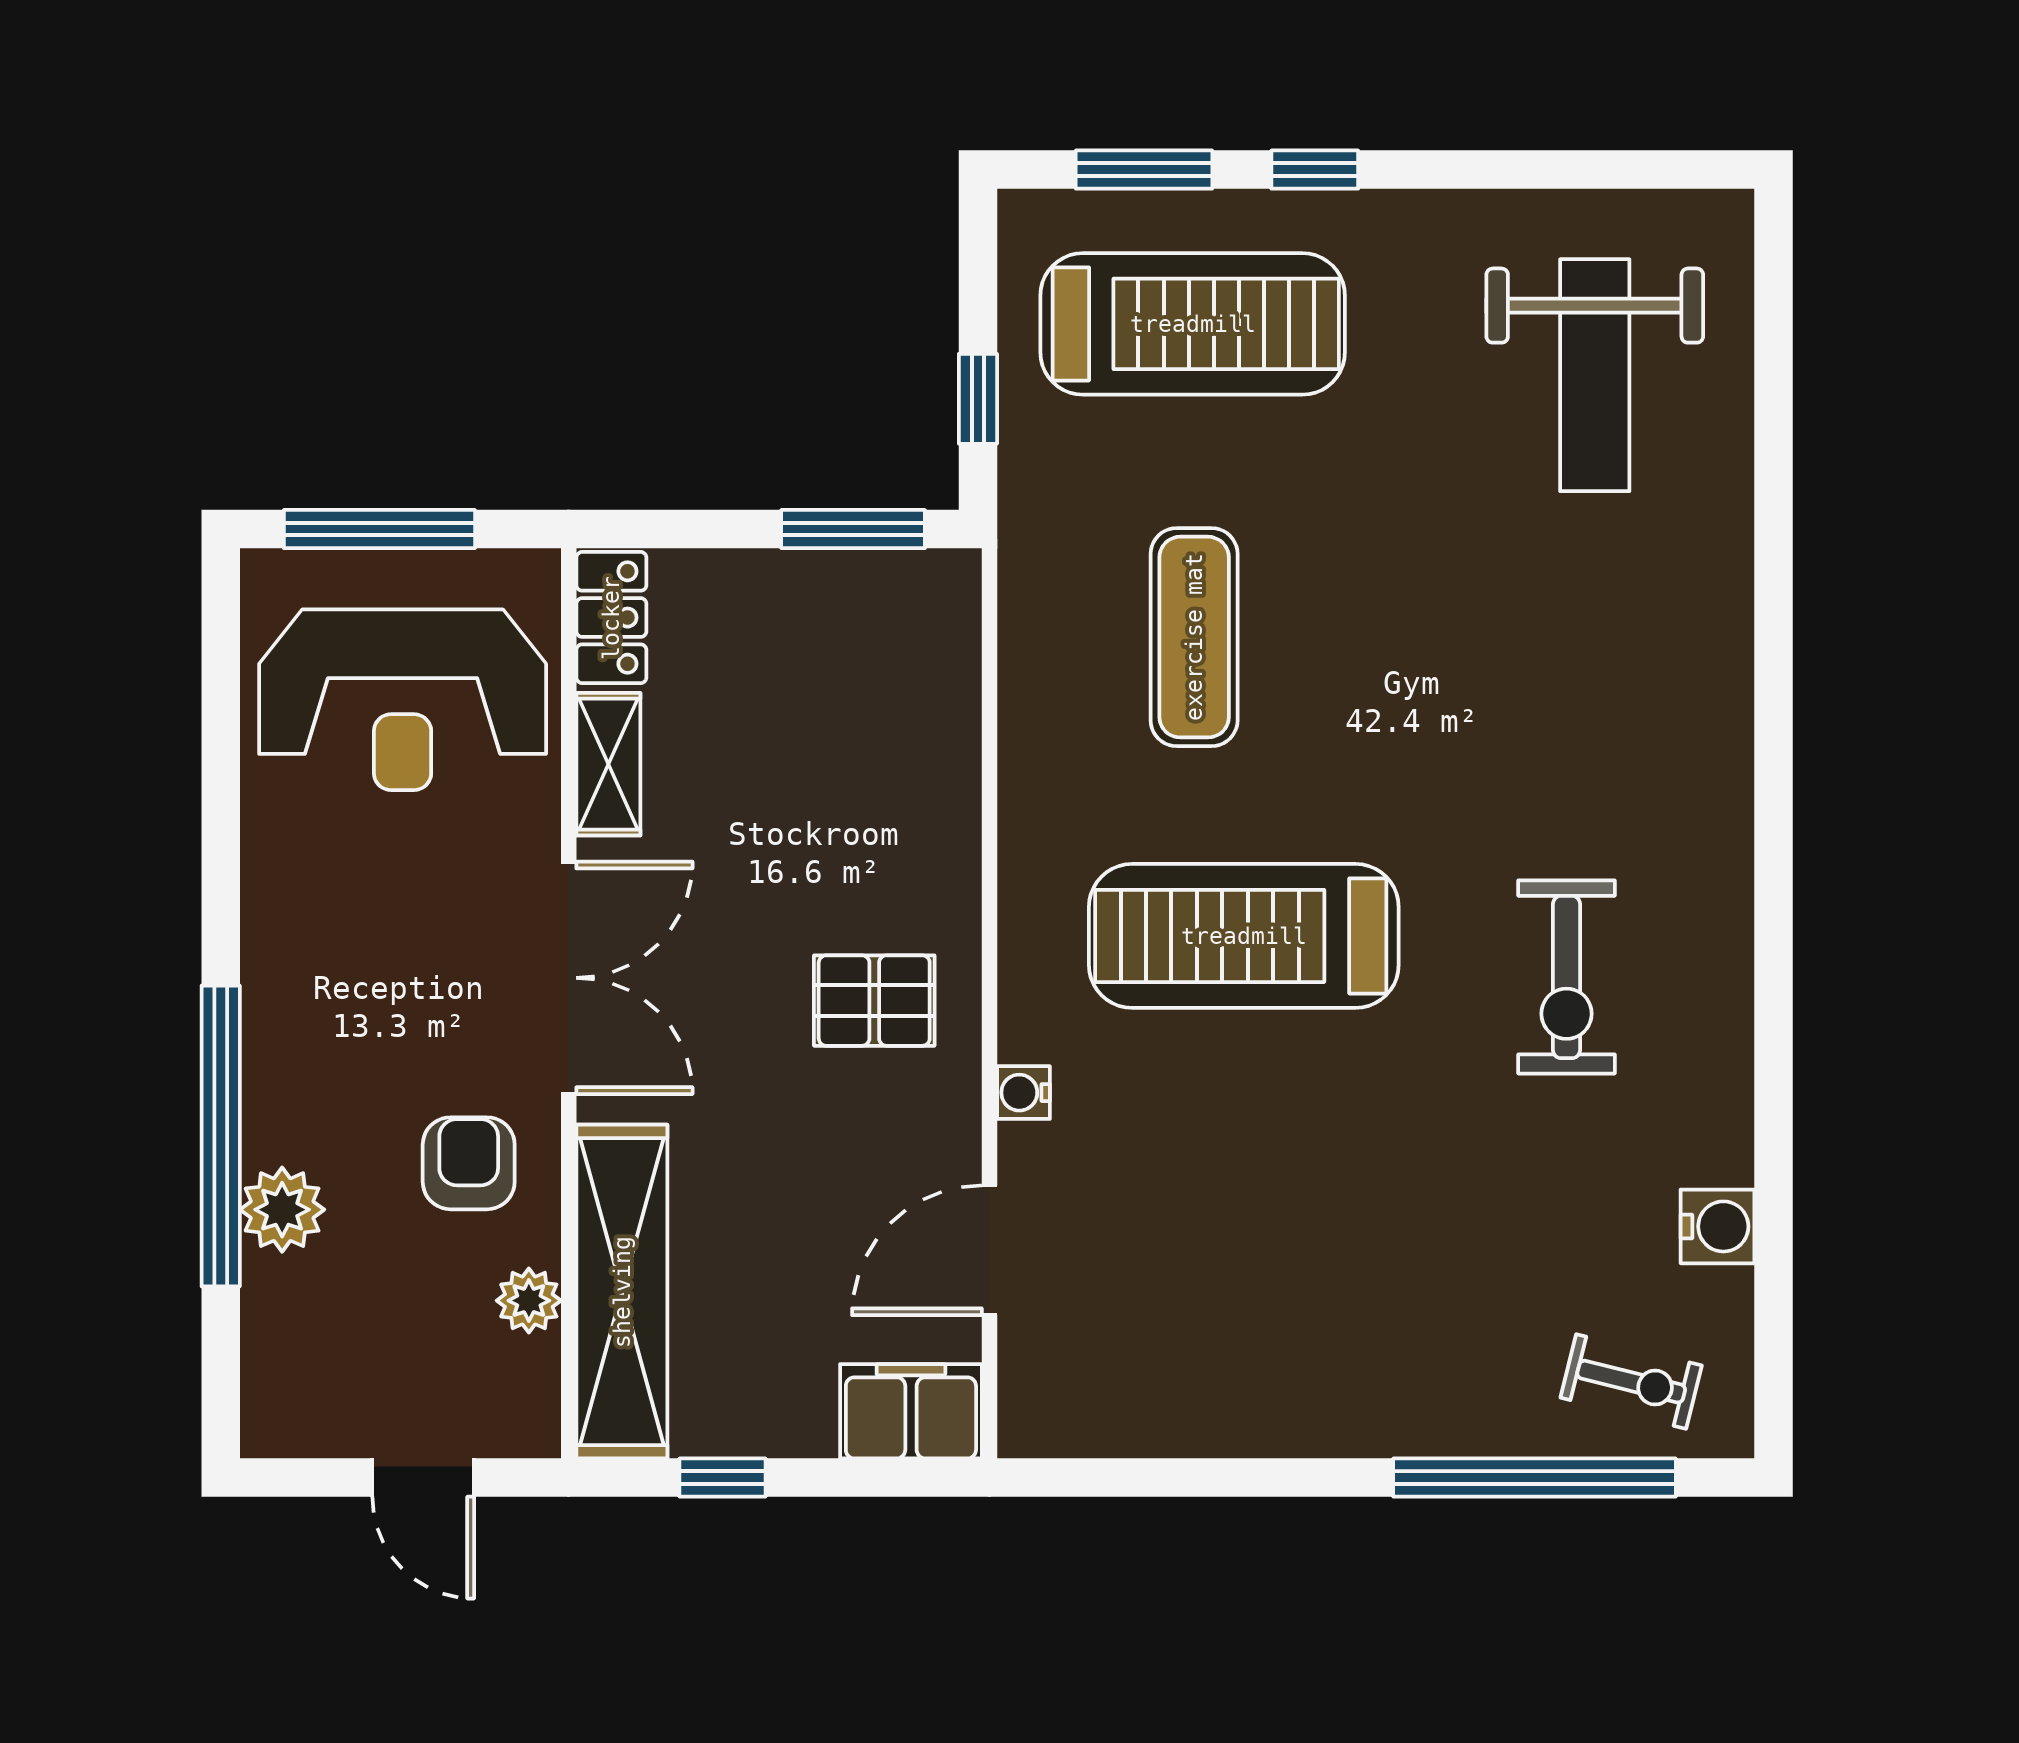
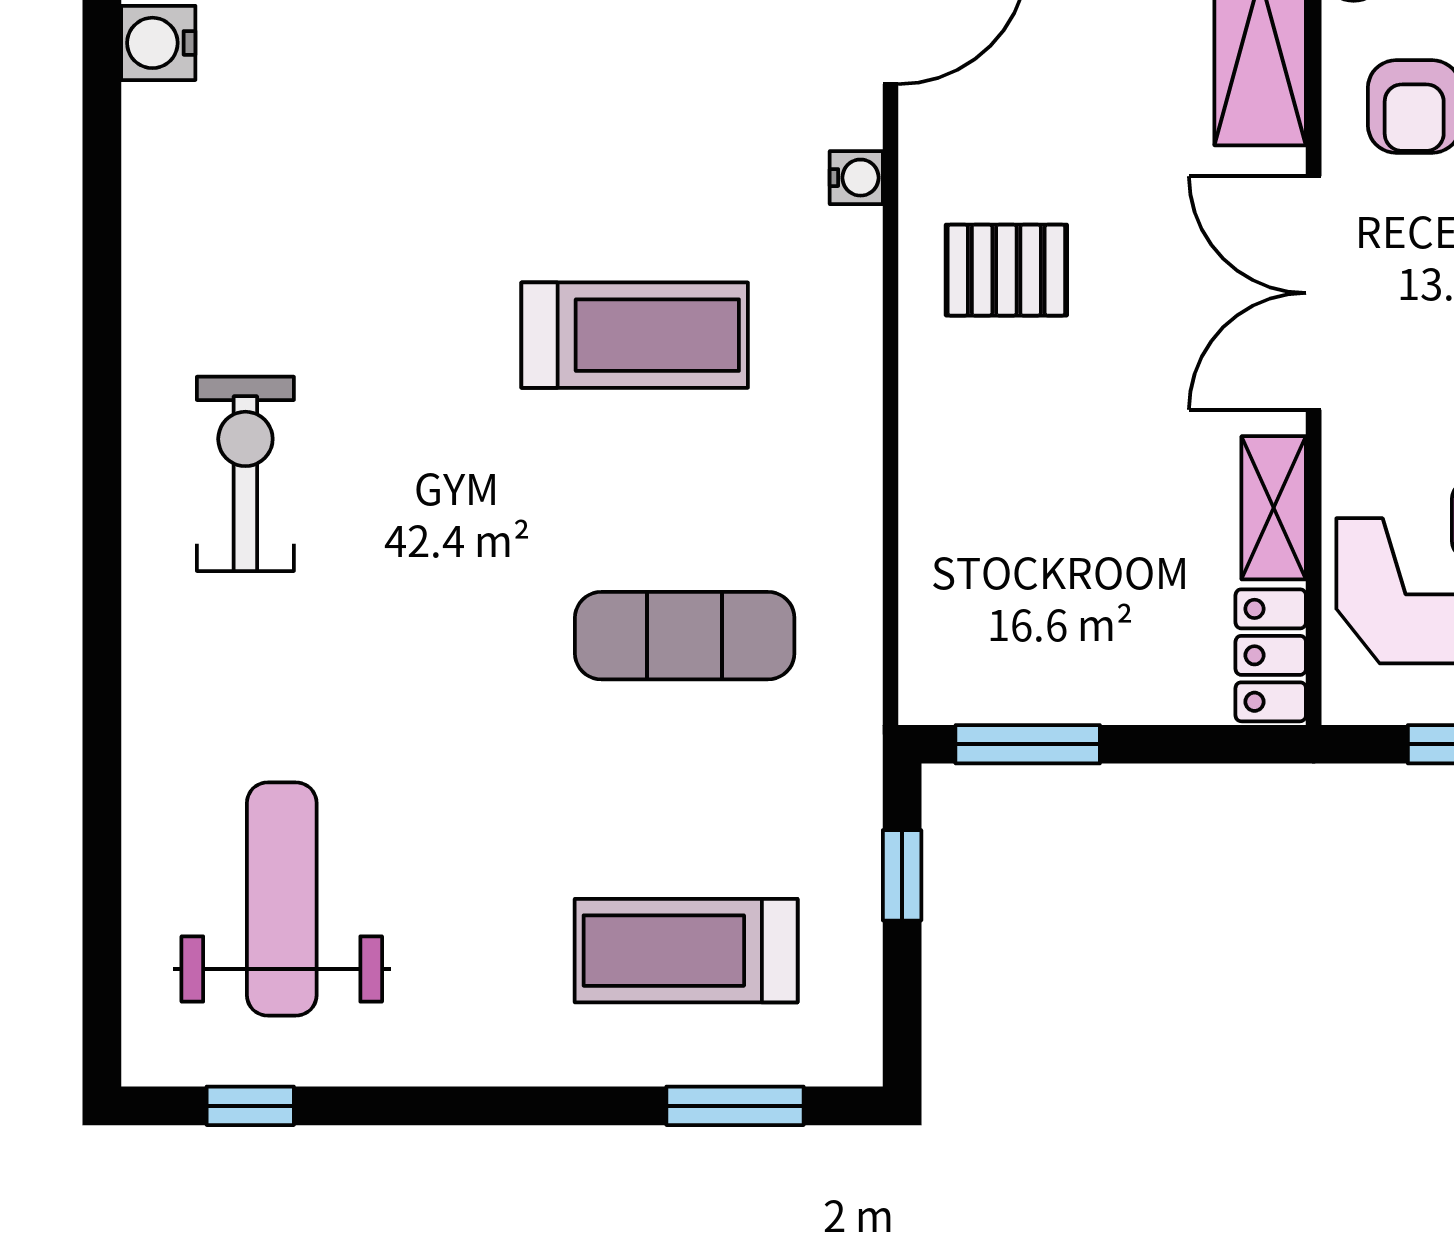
window: (1315, 170) -> (250, 1106), moved
treadmill: (1193, 324) -> (686, 951), width x0.73, depth x0.73
exercise mat: (1194, 637) -> (685, 636), turned 90
treadmill: (1244, 936) -> (635, 335), width x0.73, depth x0.73
exercise bike: (1566, 977) -> (245, 474), moved

